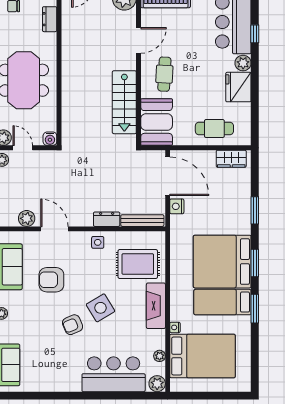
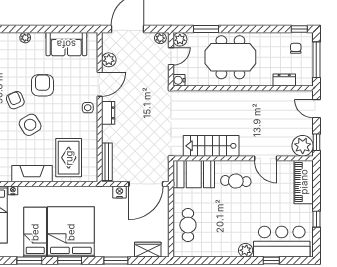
fridge: (238, 87) -> (224, 246), removed
wardrobe: (231, 159) -> (148, 250), moved, turned 90
dresser: (107, 219) -> (108, 113), moved
side table: (98, 242) -> (88, 108), moved
armchair: (51, 280) -> (42, 85), moved

